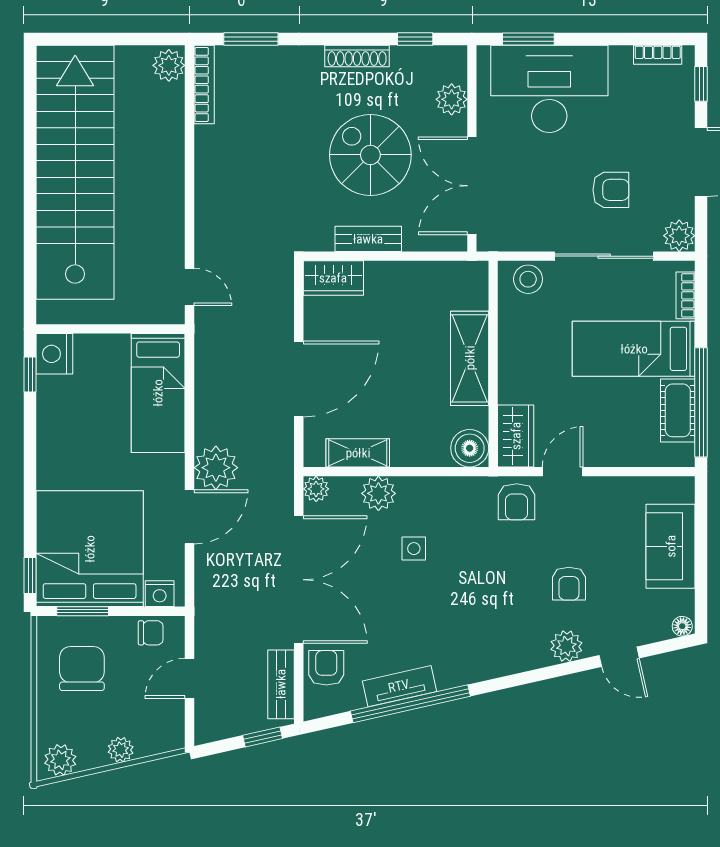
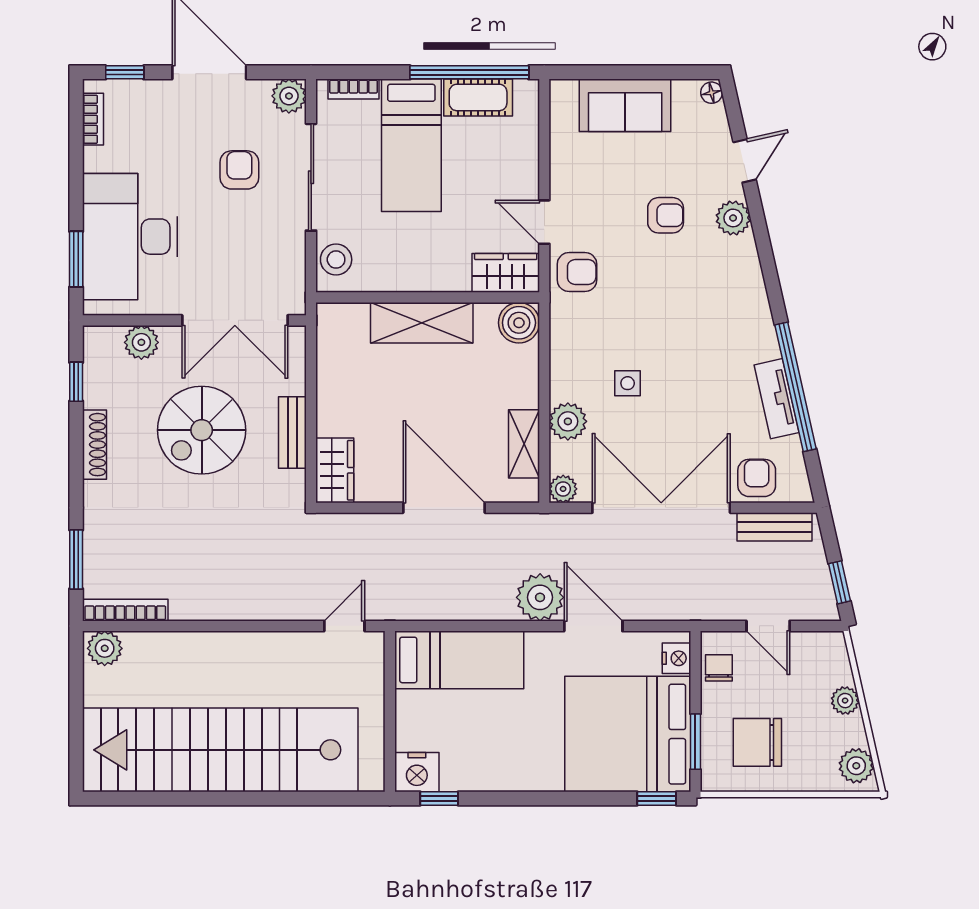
armchair: (326, 668) -> (757, 478), turned 90
window: (263, 737) -> (839, 582), moved

